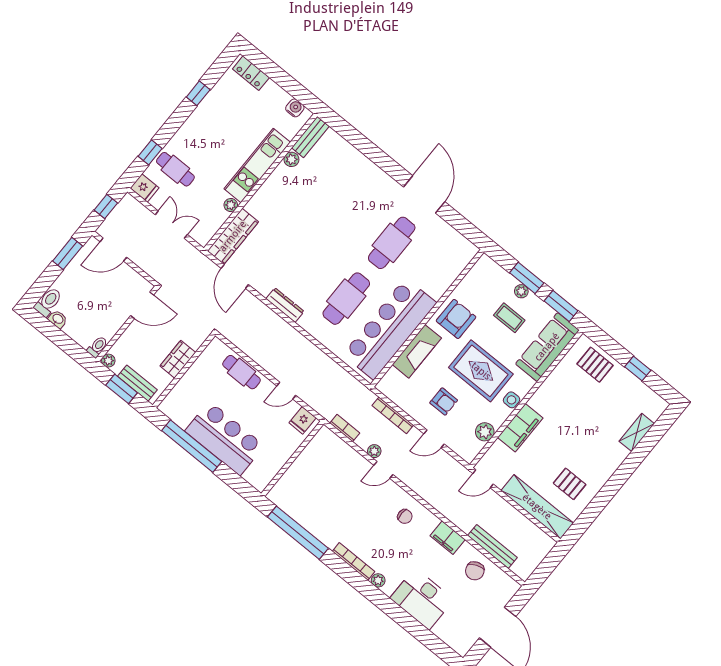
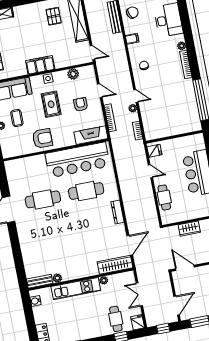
door: (113, 249) -> (177, 305), hinge flipped
armchair: (456, 319) -> (42, 138), turned 180
fireplace: (417, 351) -> (91, 135), moved
rug: (481, 371) -> (51, 104), width x0.73, depth x0.70
filing cabinet: (520, 428) -> (40, 65), moved
filing cabinet: (448, 538) -> (132, 39), width x0.50

